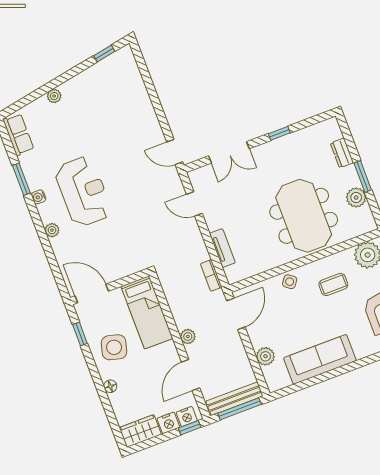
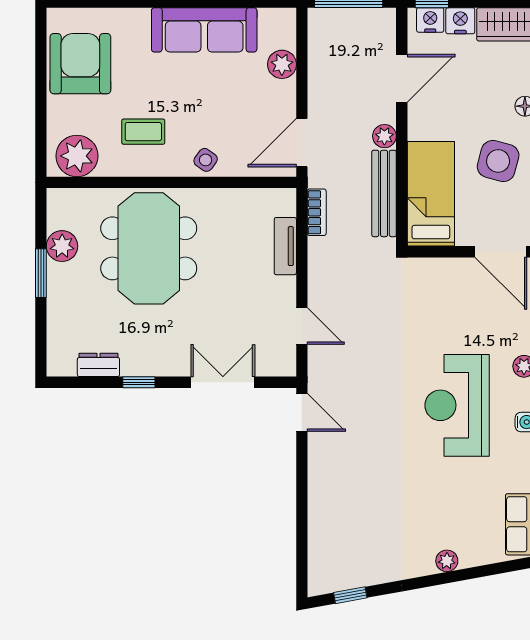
dresser: (342, 153) -> (98, 365), moved, turned -90
bench: (234, 399) -> (384, 193), moved, turned 90

